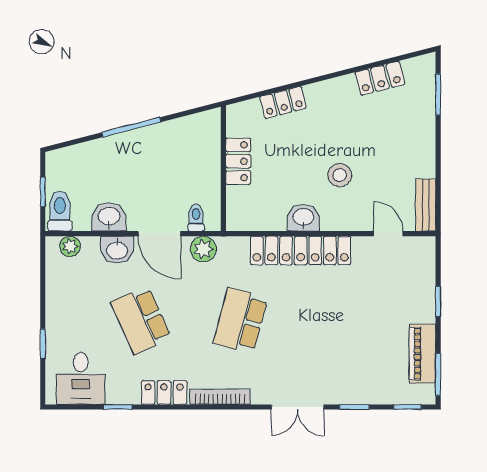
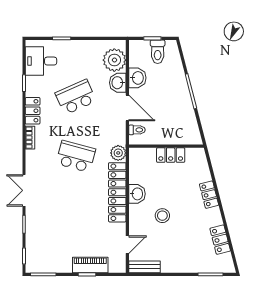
locker: (283, 102) -> (209, 195), moved
toilet: (60, 211) -> (158, 52), moved, turned 90
door: (159, 234) -> (127, 108), swing flipped
plant: (70, 246) -> (114, 60), width x1.87, depth x1.87
plant: (203, 249) -> (118, 153), moved
piano: (422, 354) -> (90, 265), moved
bookcase: (220, 397) -> (30, 138), width x0.64

